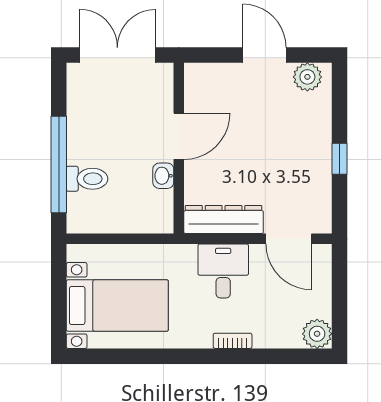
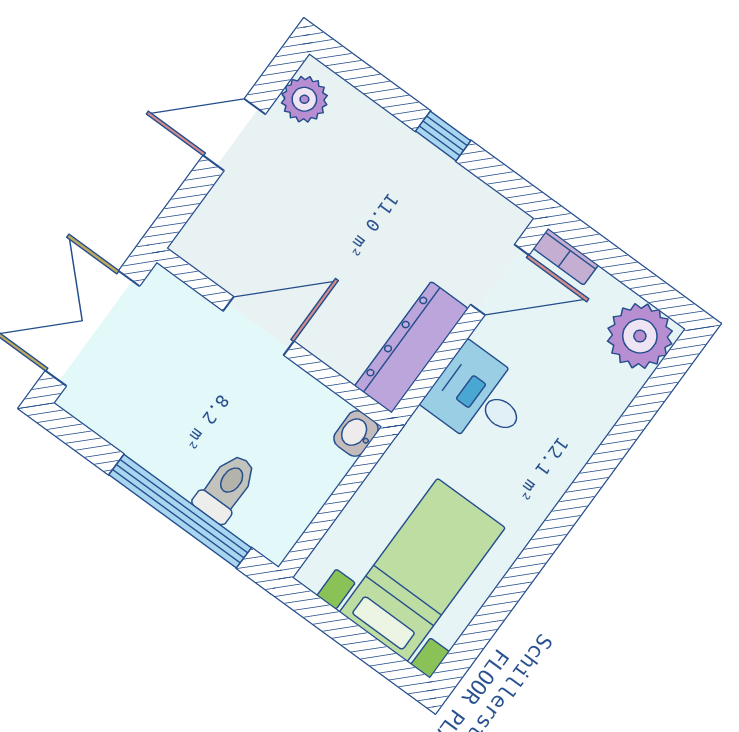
door: (179, 136) -> (259, 326), hinge flipped
washbasin: (163, 176) -> (356, 434), moved, turned 90
plant: (317, 334) -> (640, 336), width x1.36, depth x1.36
bookcase: (233, 341) -> (566, 257), moved, turned -90

